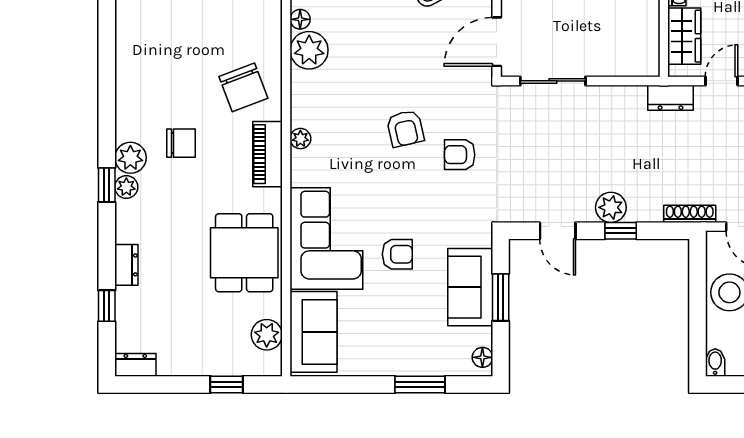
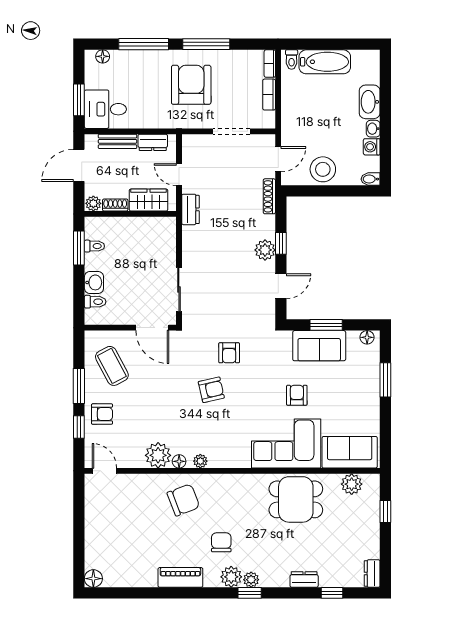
floor lamp: (300, 19) -> (179, 461), moved
plant: (300, 139) -> (200, 461), moved
piano: (267, 154) -> (180, 577), moved, turned 180

